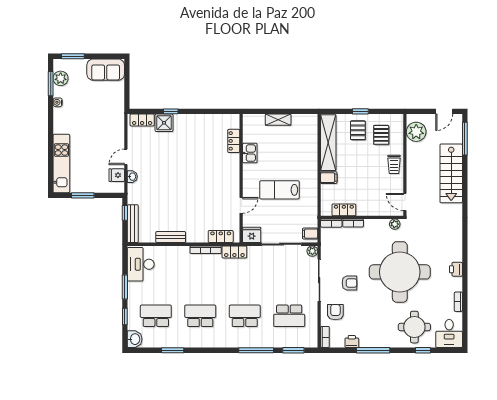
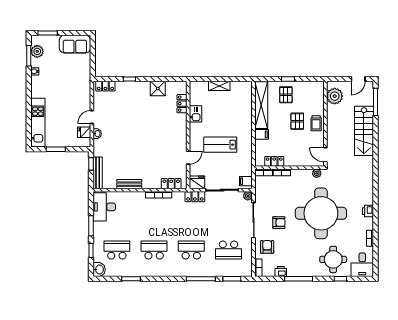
shower: (164, 123) -> (158, 89), moved
pallet: (381, 135) -> (297, 121), moved
locker: (234, 252) -> (195, 197), moved

